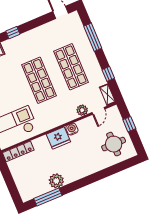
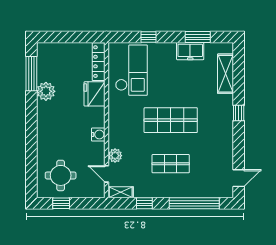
window: (93, 37) -> (194, 203), width x1.46
shop shelf: (71, 67) -> (171, 164), width x0.70, depth x0.74
window: (129, 124) -> (61, 203), moved
fridge: (58, 138) -> (95, 94), moved

